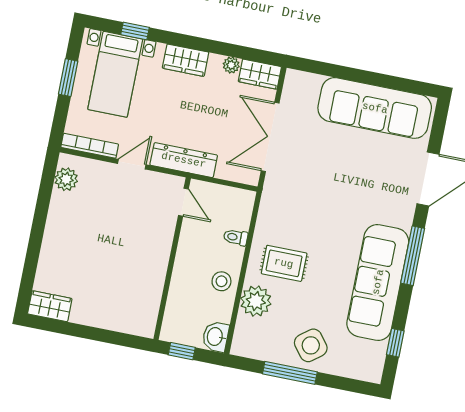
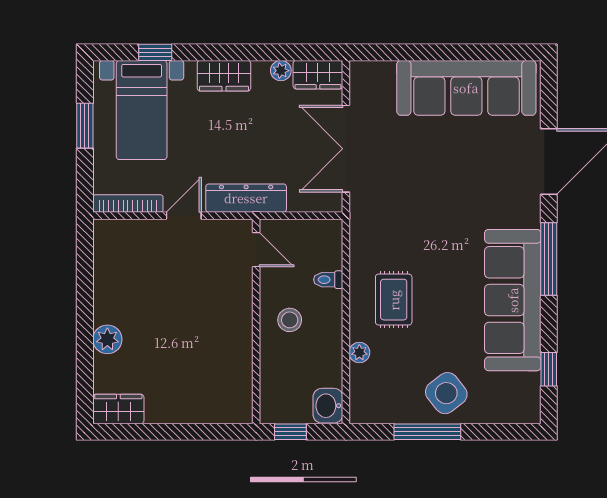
plant: (66, 179) -> (107, 339), moved
rug: (284, 263) -> (394, 300), turned 90
stool: (221, 281) -> (290, 320), moved
plant: (256, 301) -> (359, 352), width x0.53, depth x0.53

